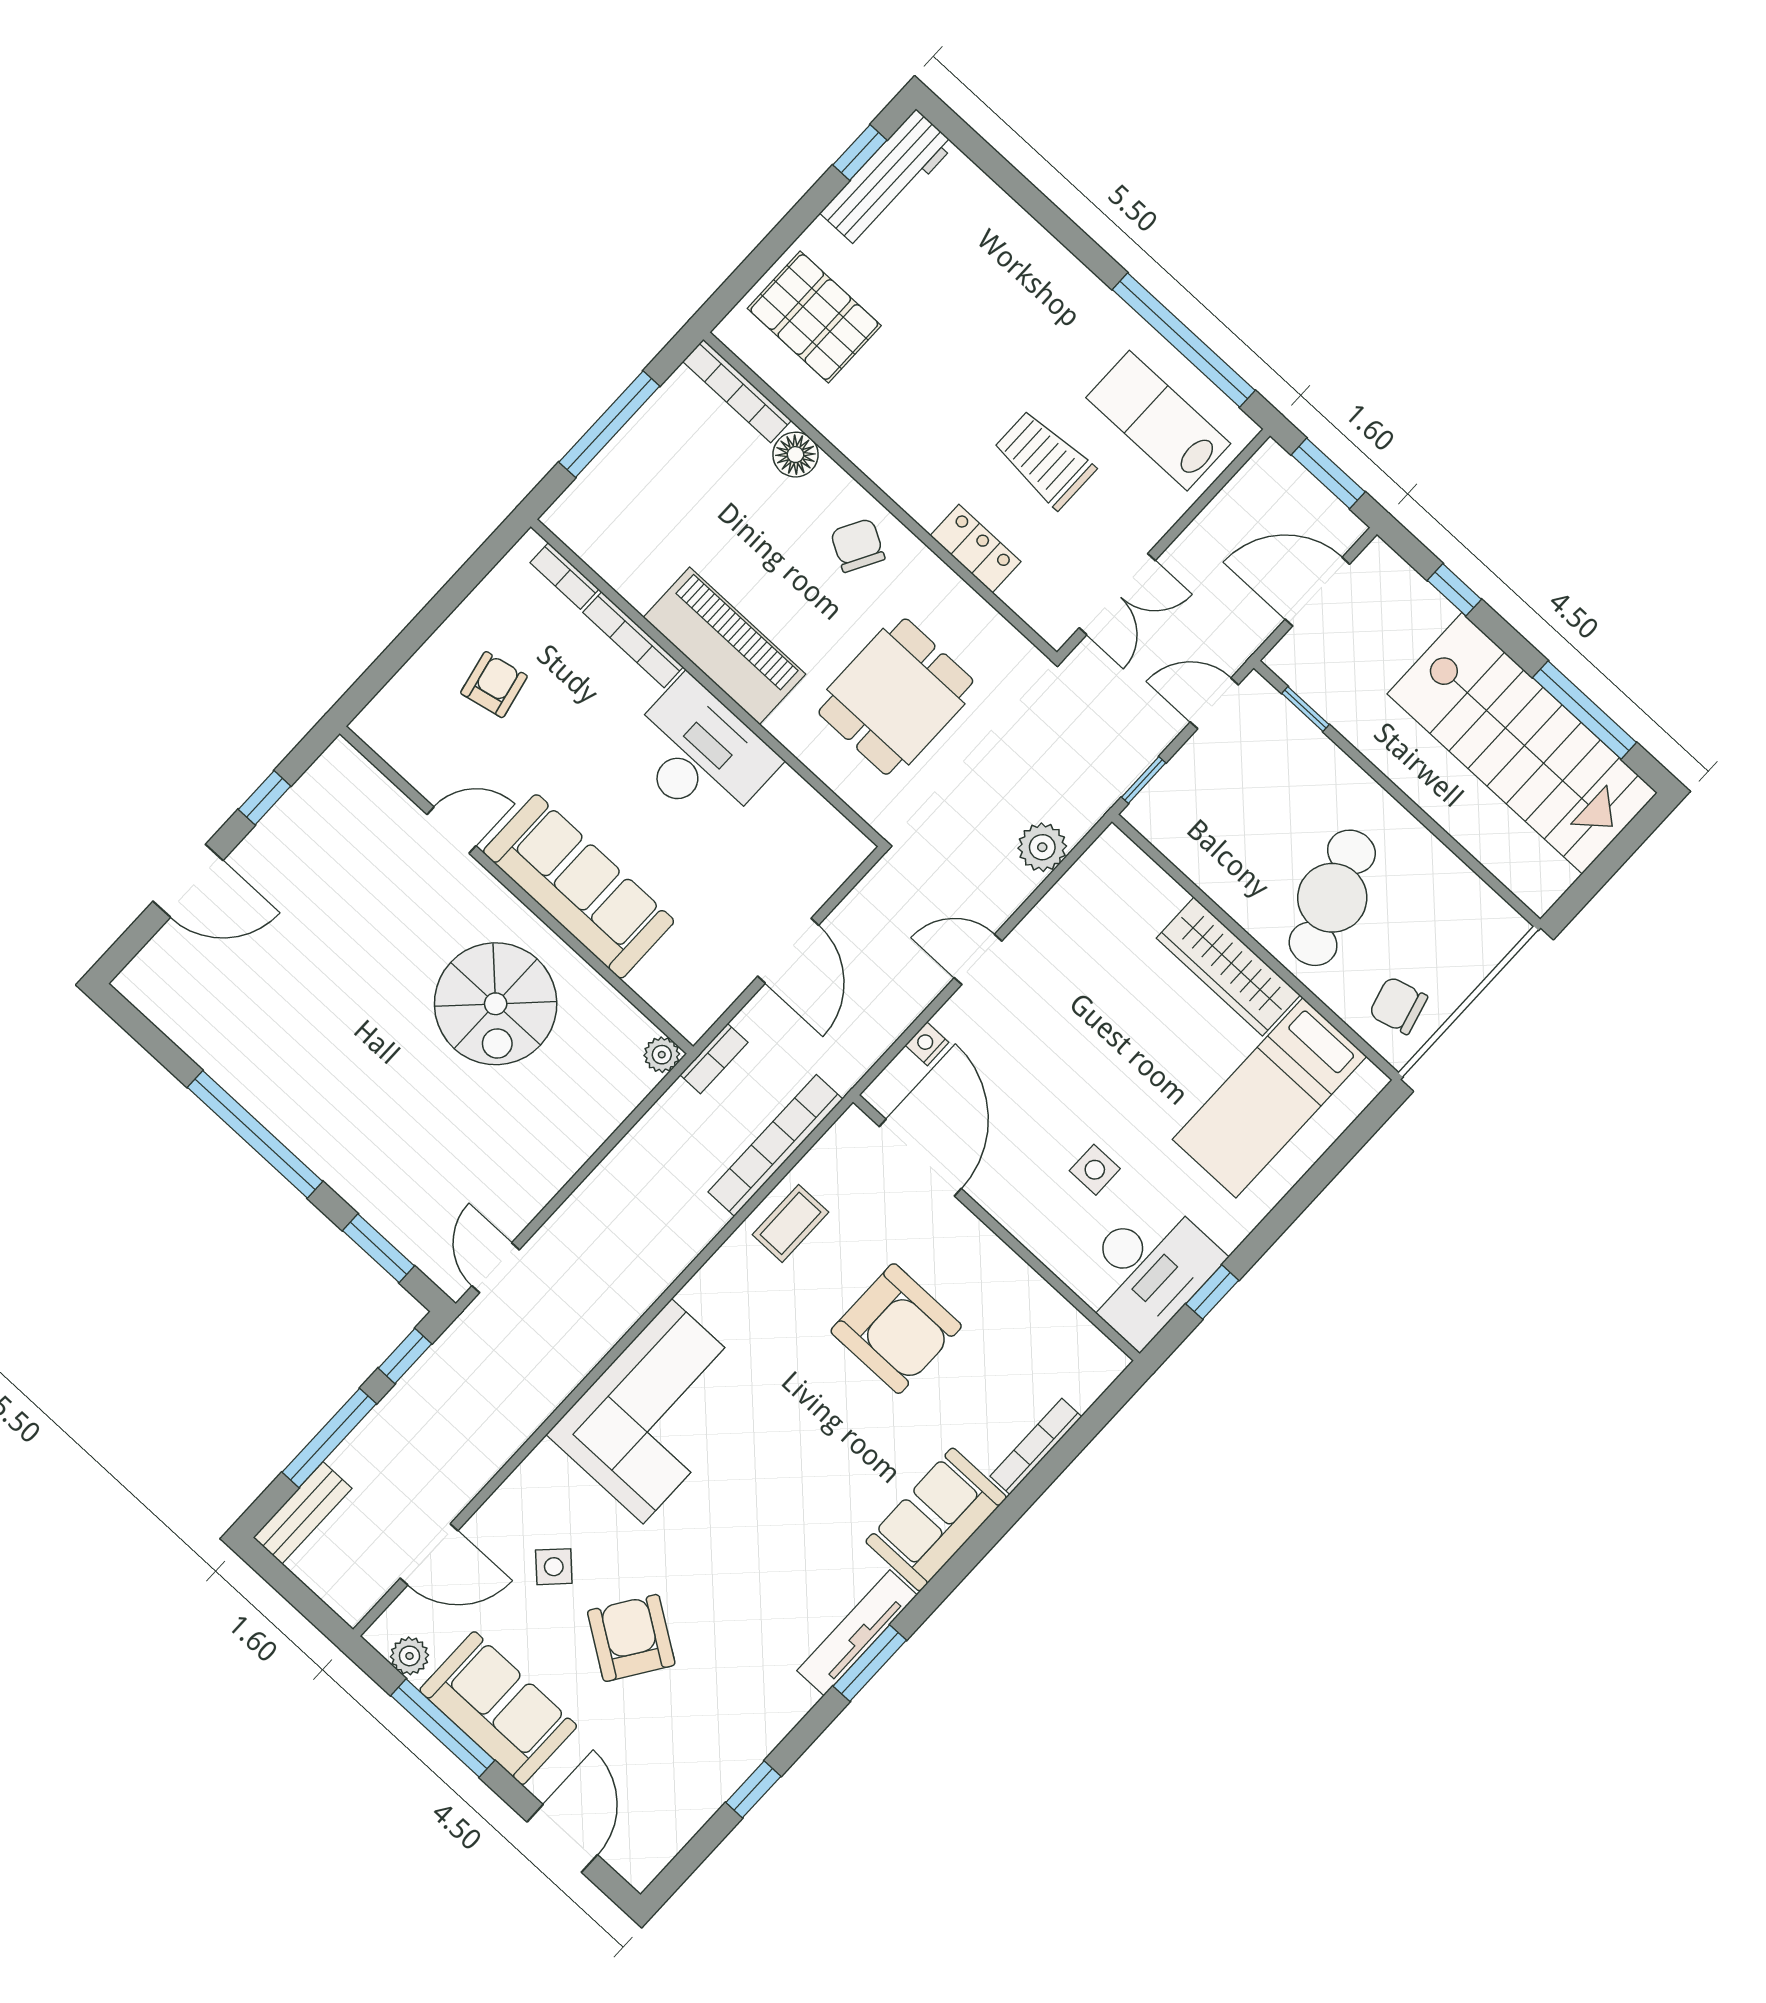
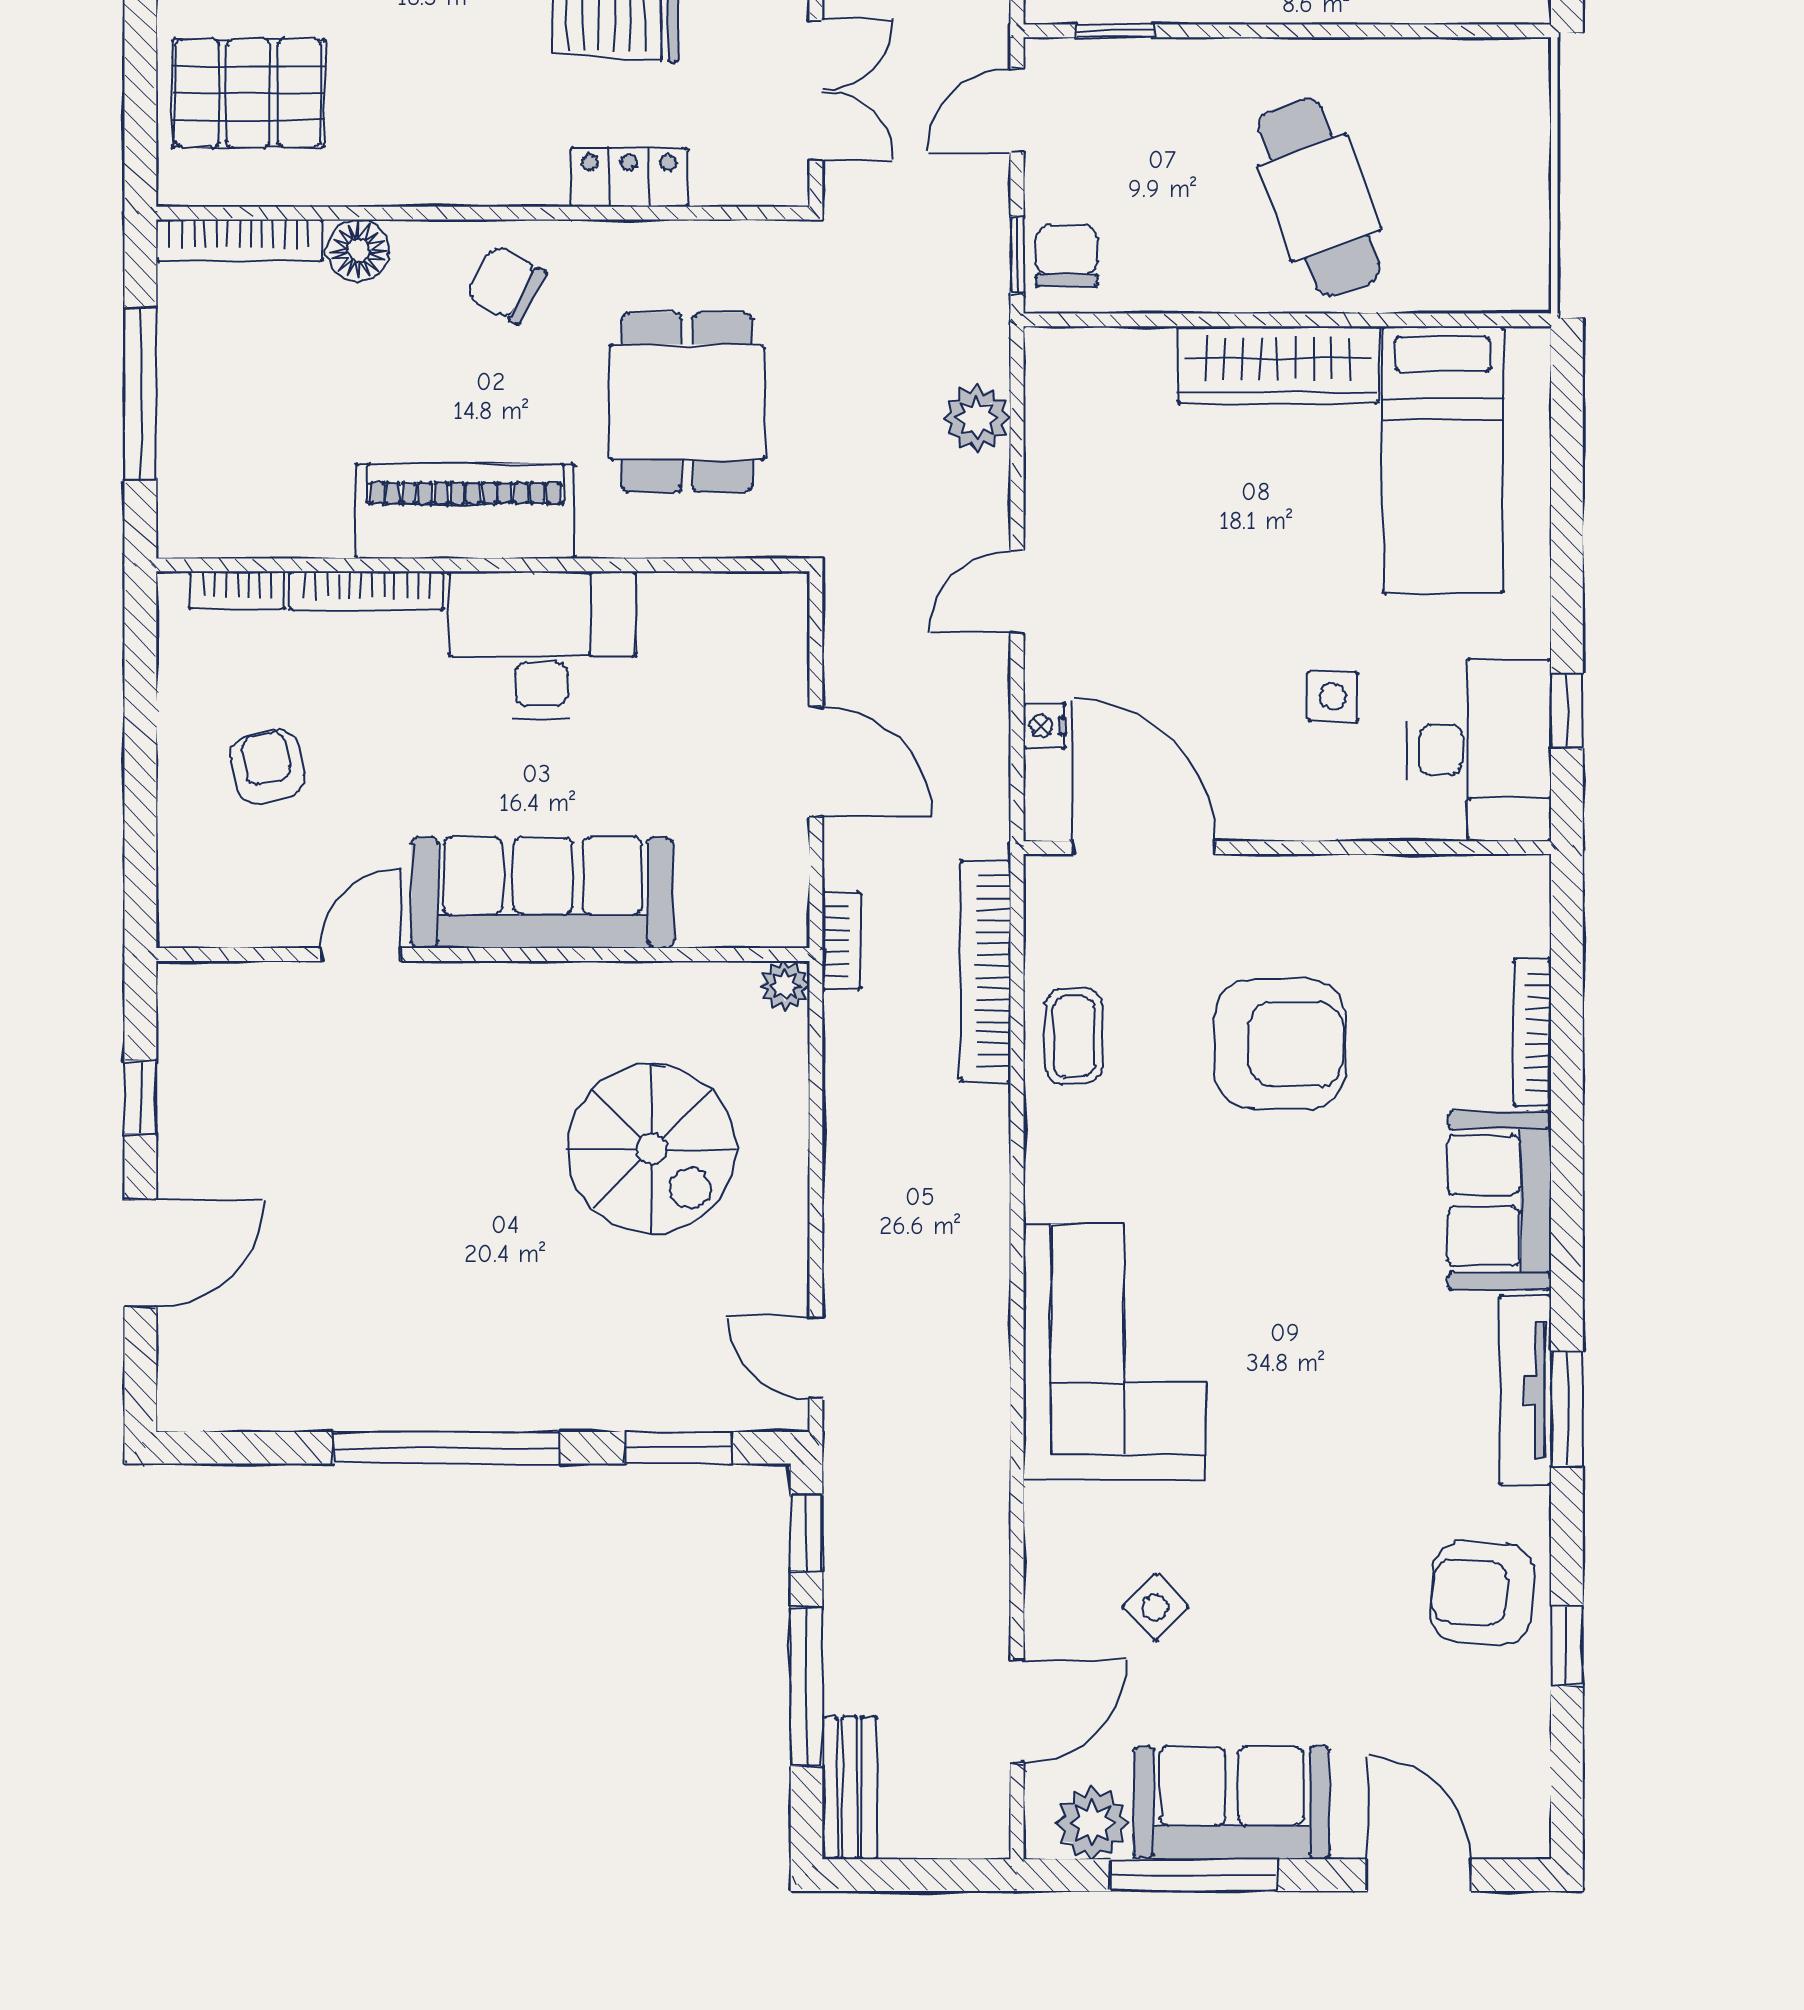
spiral stairs: (496, 1004) -> (652, 1149), moved
chair: (1398, 1005) -> (1067, 256), moved, turned 105
armchair: (631, 1638) -> (1482, 1593), moved, turned -30
plant: (409, 1656) -> (1092, 1823), width x1.38, depth x1.38

